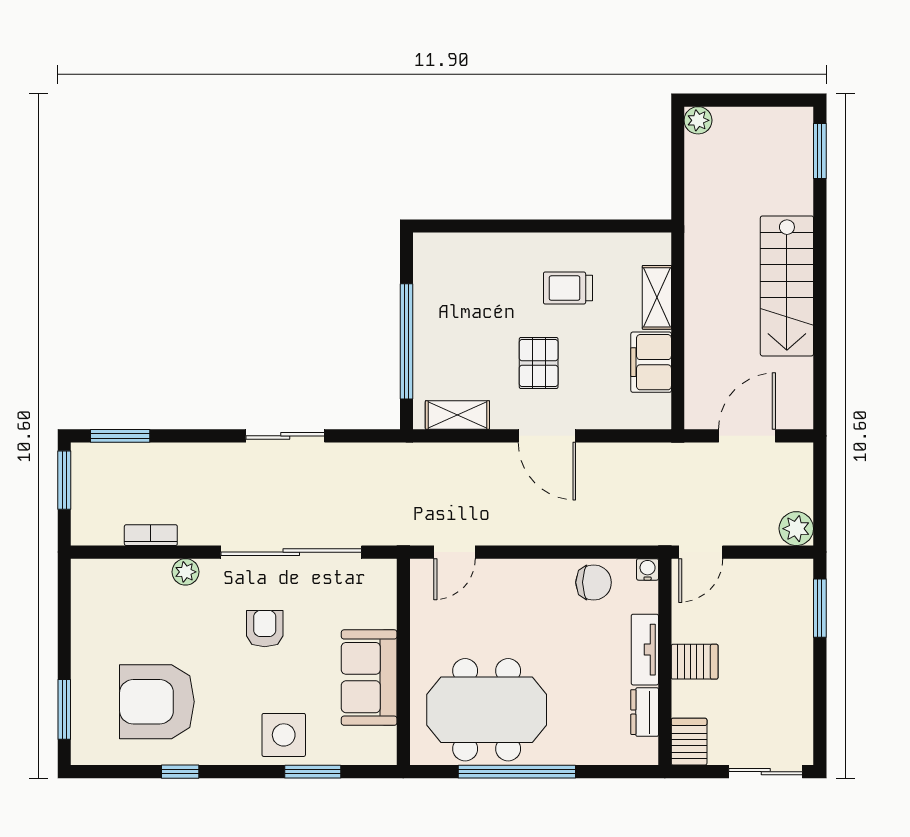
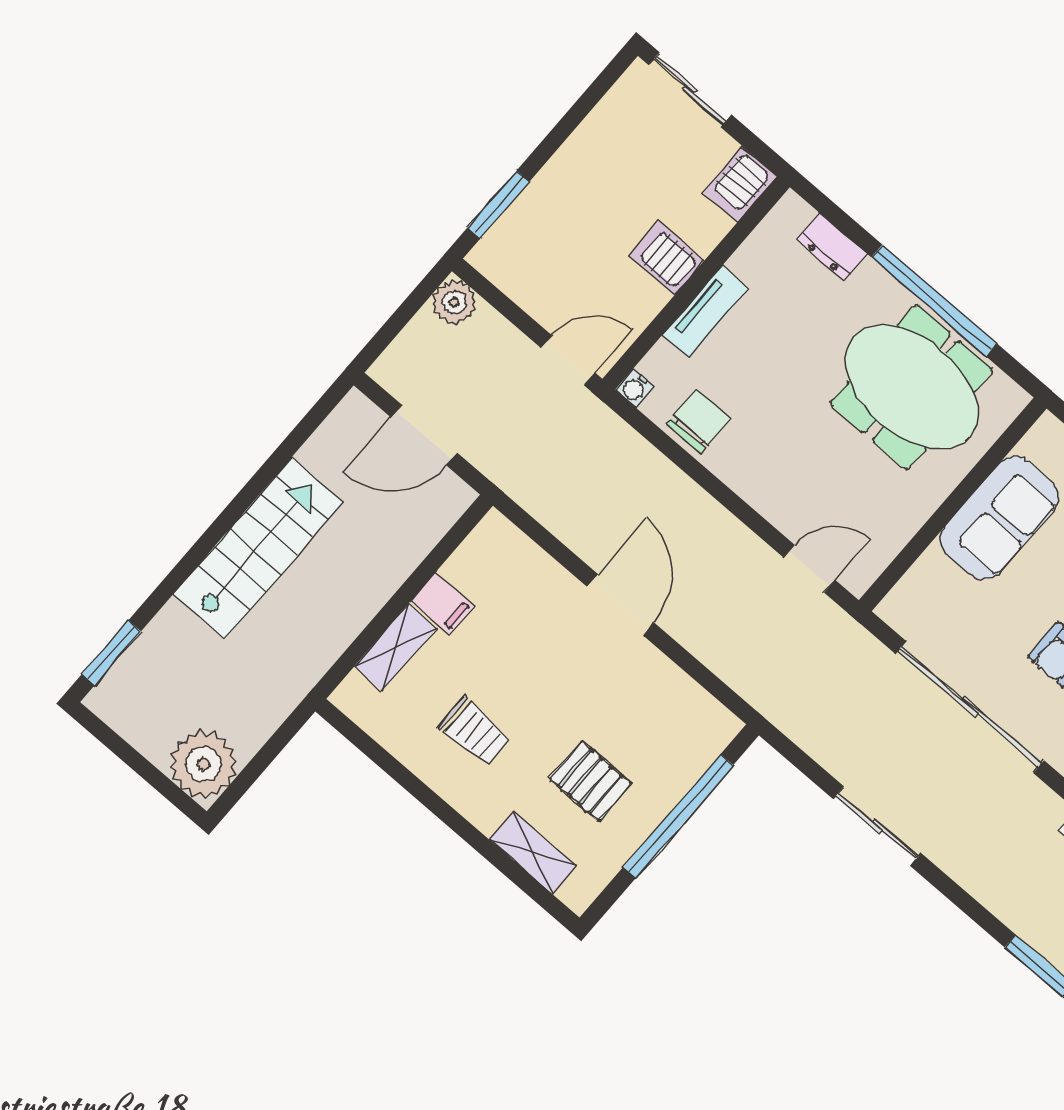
plant: (698, 120) -> (203, 764), width x1.88, depth x1.88
filing cabinet: (651, 362) -> (443, 603), width x0.50
pallet: (539, 363) -> (591, 781), moved, turned 90
shelving: (457, 415) -> (533, 853), moved
chair: (594, 582) -> (699, 421), turned 90
dresser: (645, 712) -> (832, 247), moved, turned 90

